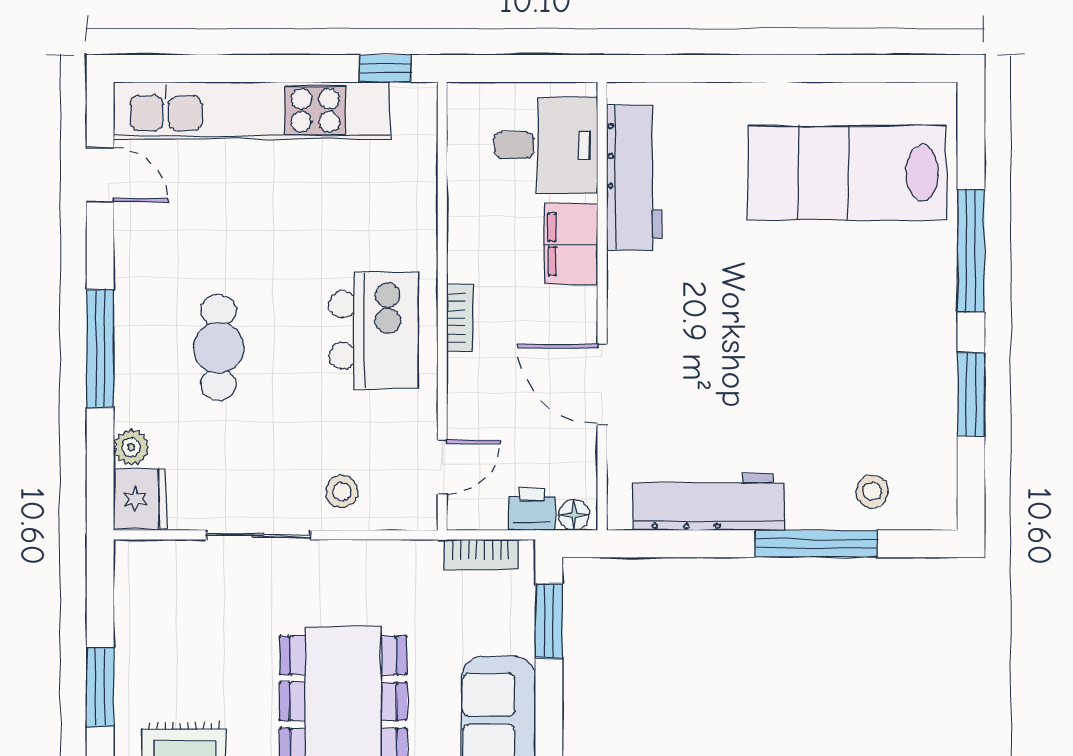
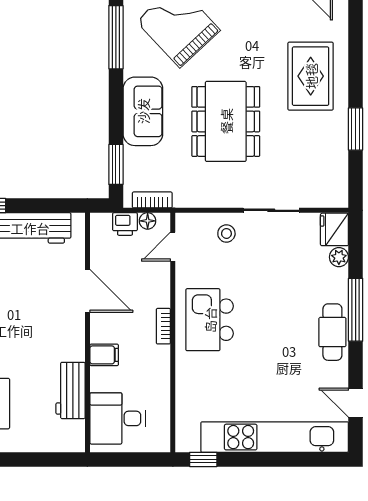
workbench: (634, 178) -> (71, 390), width x0.73
filing cabinet: (571, 244) -> (104, 355), width x0.50
cafe table: (218, 348) -> (332, 332), moved
floor lamp: (574, 515) -> (148, 221), moved

